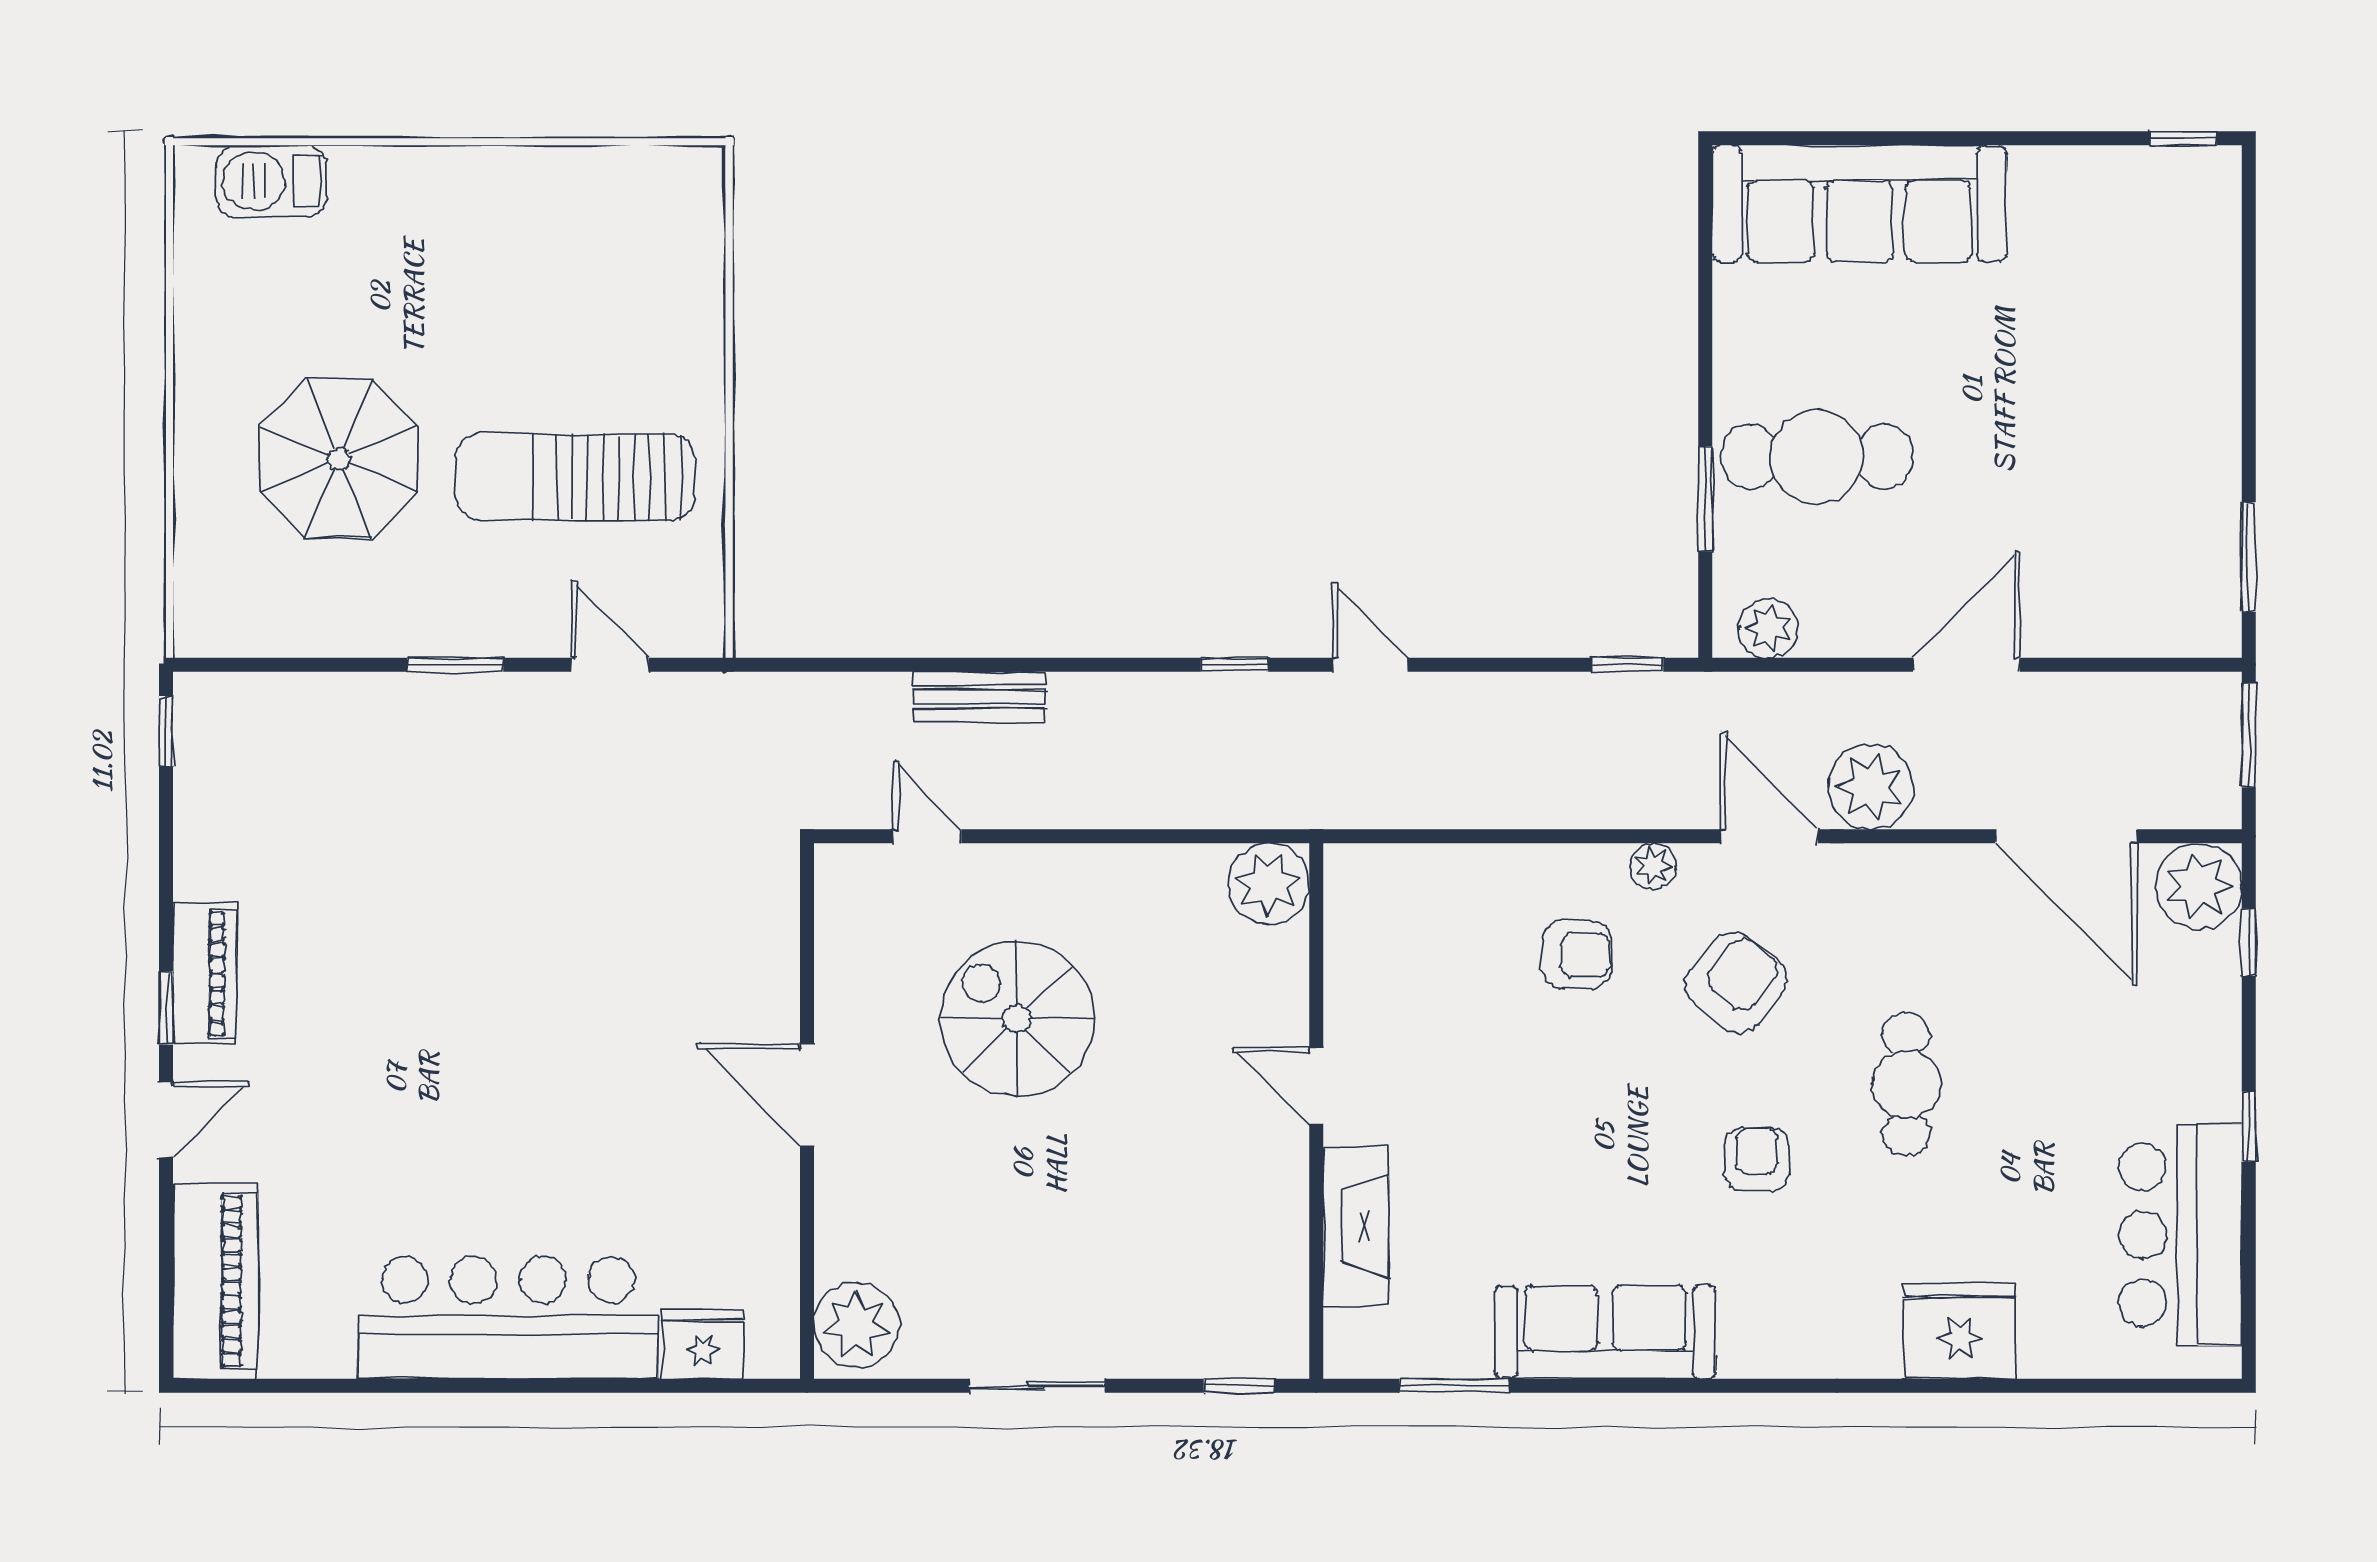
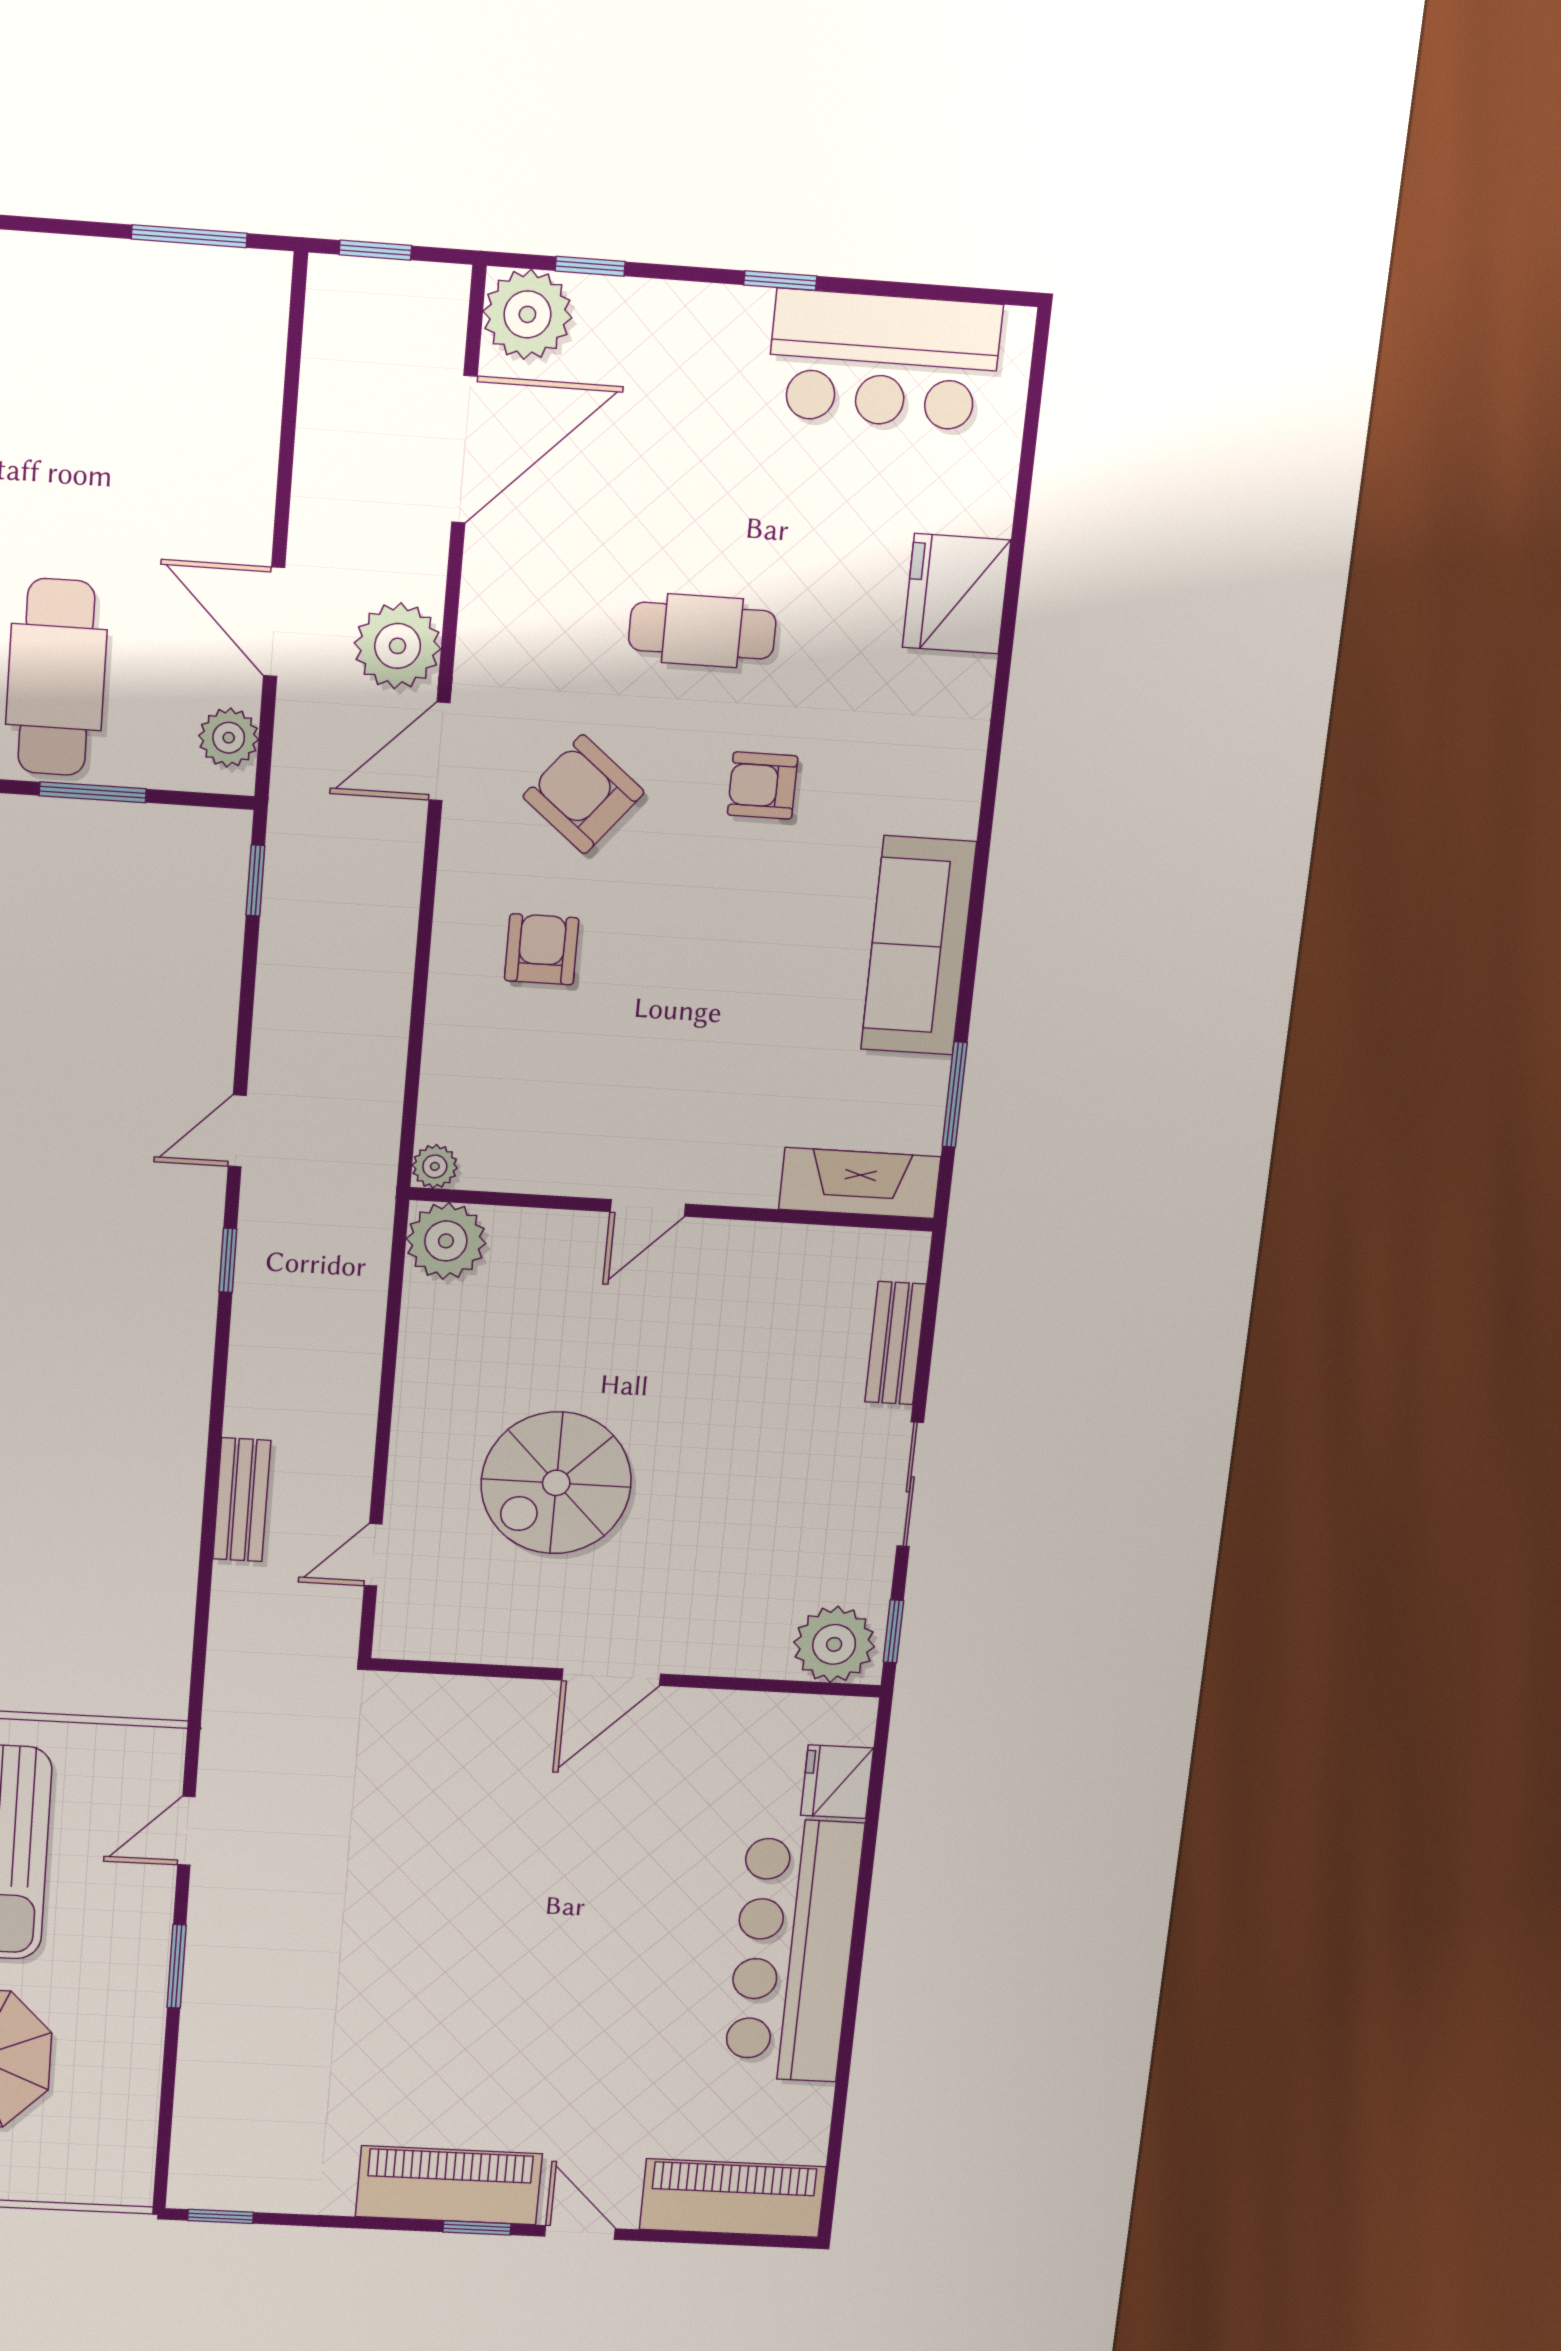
door: (1966, 665) -> (274, 622), moved
window: (2249, 735) -> (375, 250), width x0.67
plant: (1653, 866) -> (435, 1166), moved
piano: (205, 973) -> (449, 2185), width x1.37, depth x1.33
fireplace: (1356, 1227) -> (860, 1183), moved
bench: (1188, 1354) -> (896, 1343), added
window: (1239, 1386) -> (893, 1631), moved

